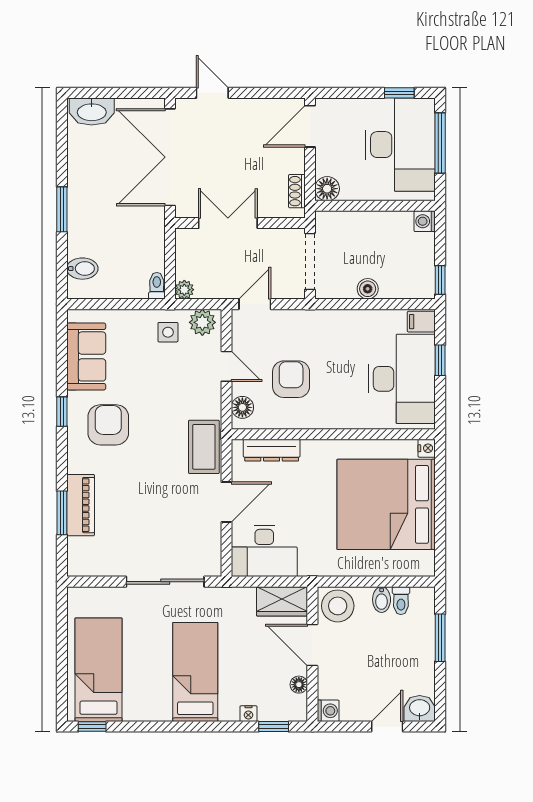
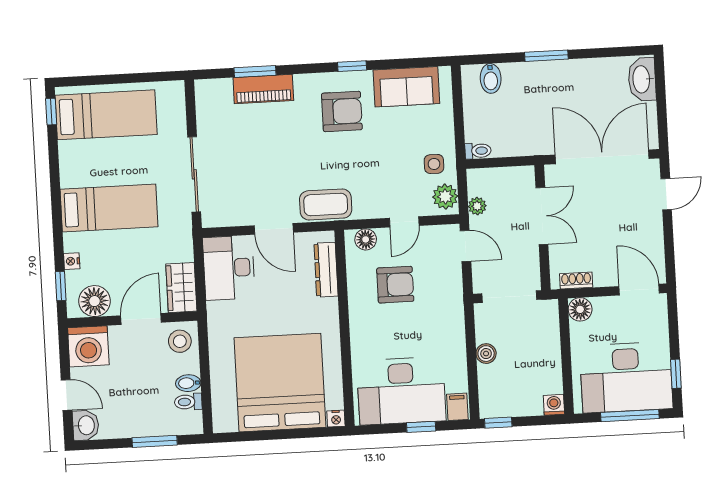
plant: (184, 290) -> (477, 206), moved
stool: (338, 606) -> (180, 341), width x0.73, depth x0.73
floor lamp: (299, 685) -> (95, 301), width x1.89, depth x1.89
washing machine: (328, 711) -> (88, 346), width x1.89, depth x1.89

